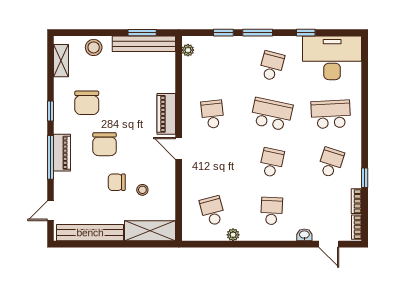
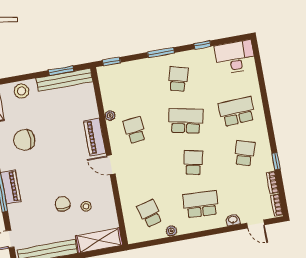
window: (223, 33) -> (111, 61), moved
plant: (188, 50) -> (110, 116), moved
desk: (332, 58) -> (235, 57), width x0.73, depth x0.77
chair: (87, 103) -> (24, 140), turned 90
chair: (105, 144) -> (46, 173), removed
chair: (117, 182) -> (63, 204), turned 90
school desk: (272, 211) -> (201, 204), width x1.85

